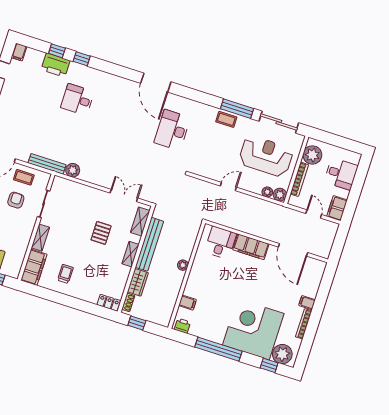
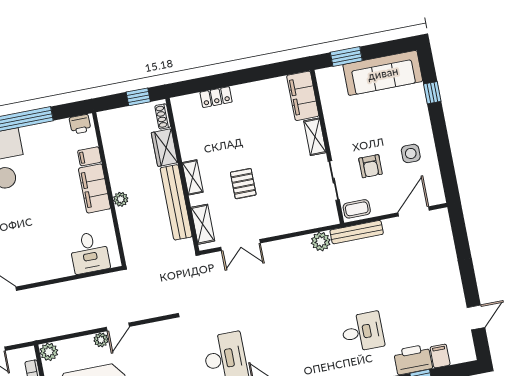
filing cabinet: (19, 52) -> (440, 356), moved
coffee table: (24, 177) -> (357, 209), moved
plant: (267, 192) -> (101, 340), moved
filing cabinet: (251, 247) -> (94, 188), moved, turned -90
trolley: (65, 274) -> (259, 109), removed
locker: (109, 303) -> (216, 97), moved

